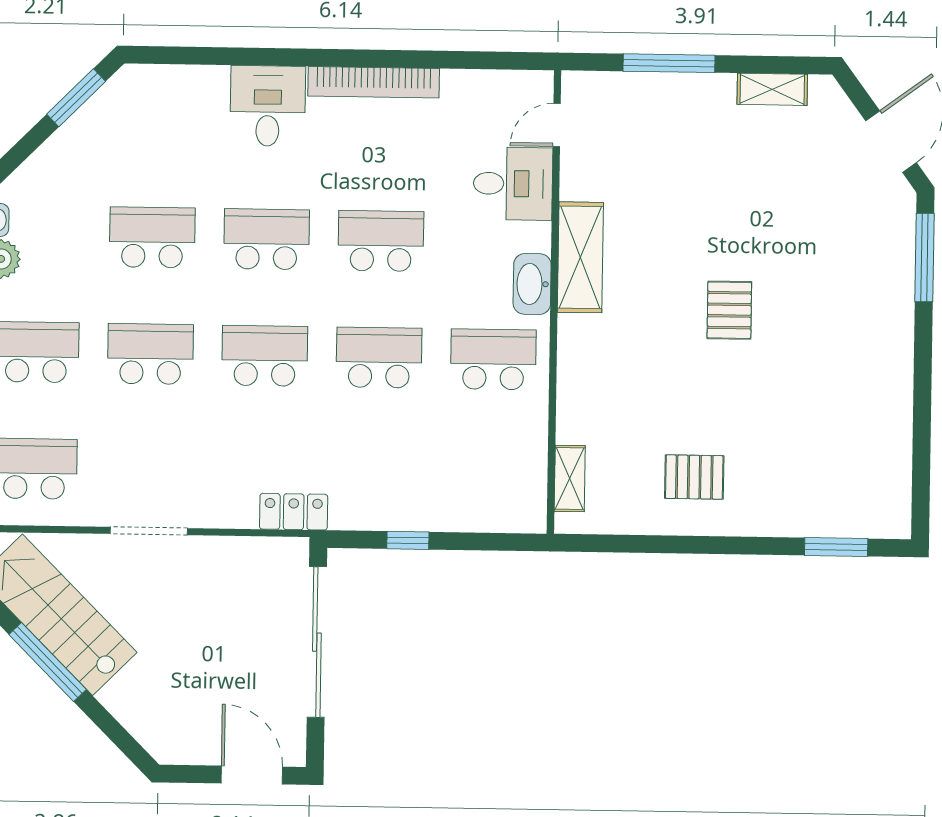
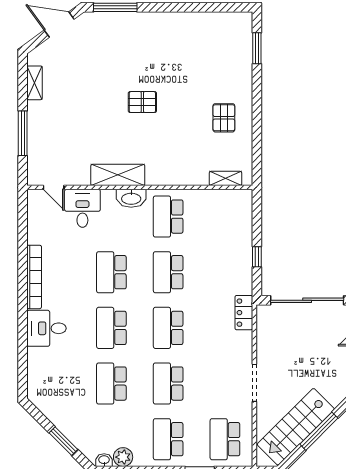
window: (76, 98) -> (63, 441), moved

